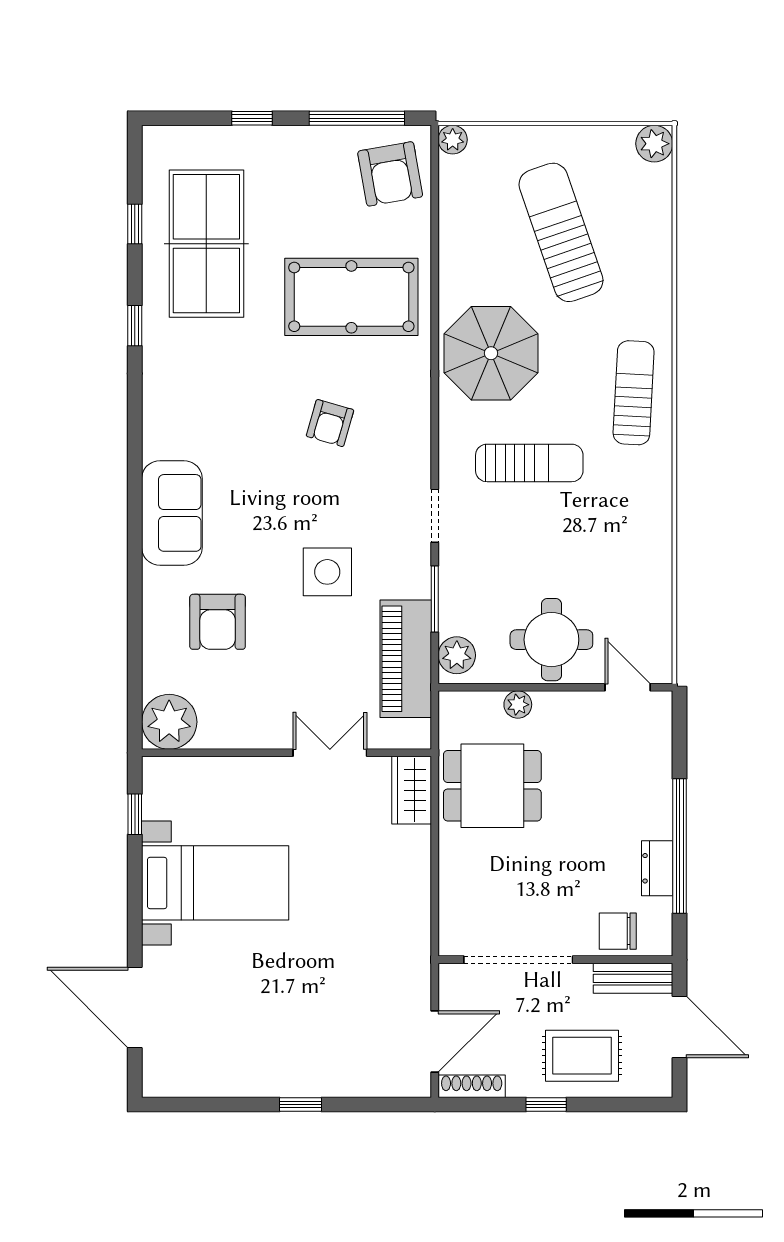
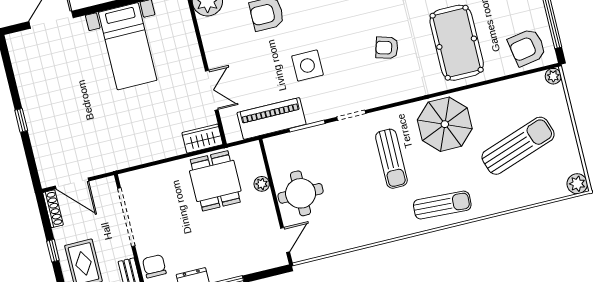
plant: (457, 655) -> (280, 145), removed

